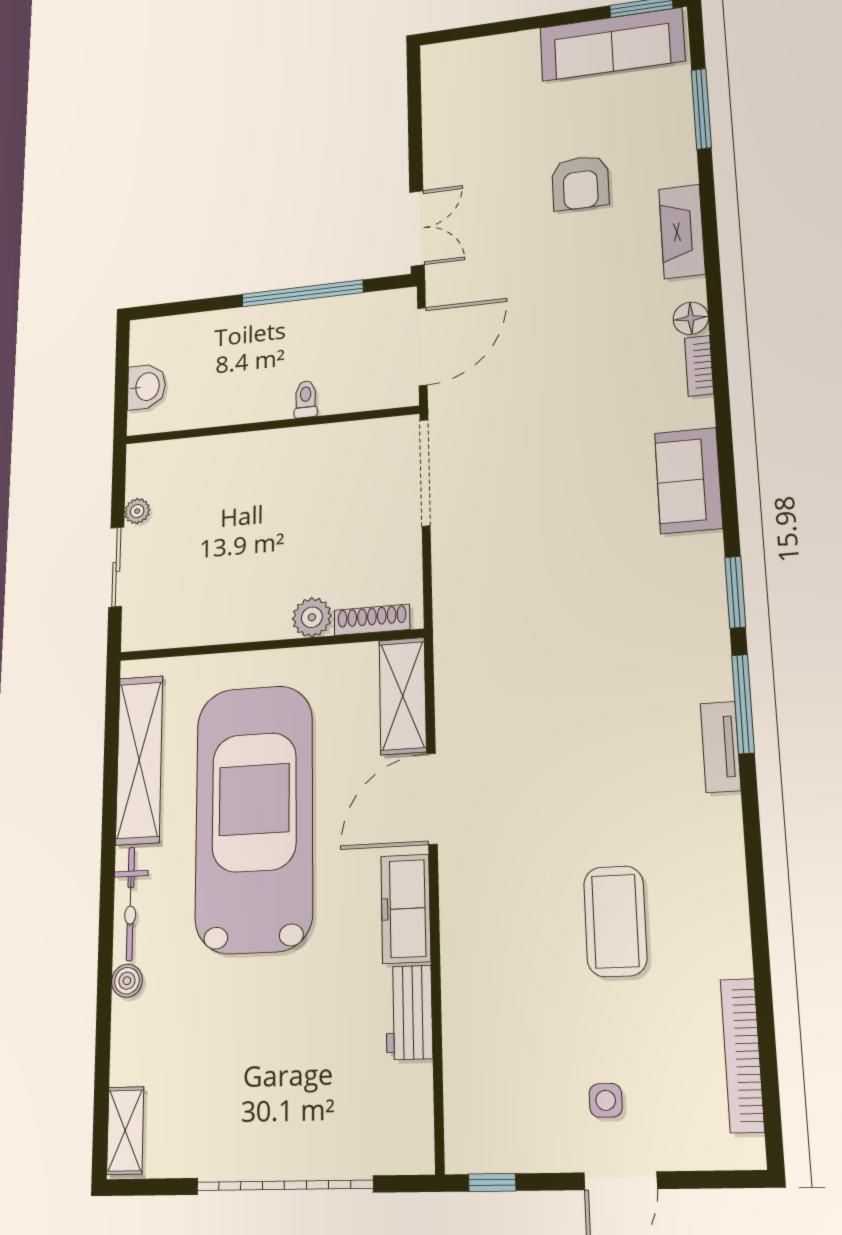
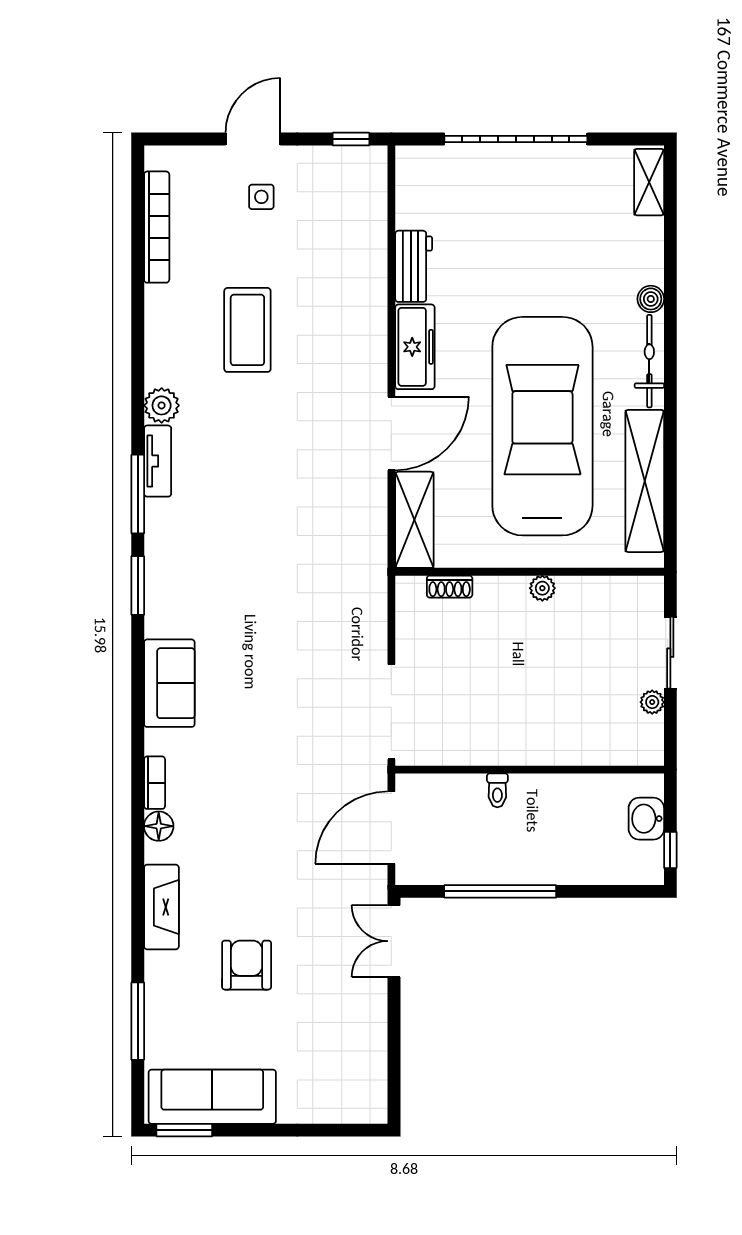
window: (122, 357) -> (670, 850), added
plant: (312, 617) -> (542, 588), moved, width x0.73, depth x0.73
shoe rack: (372, 620) -> (450, 587), width x0.70
car: (254, 818) -> (542, 426), turned 180
plant: (720, 818) -> (162, 405), added

